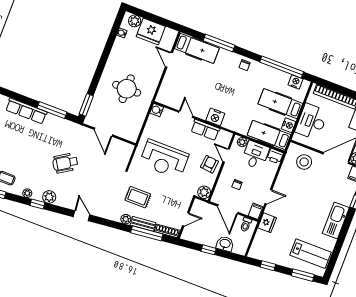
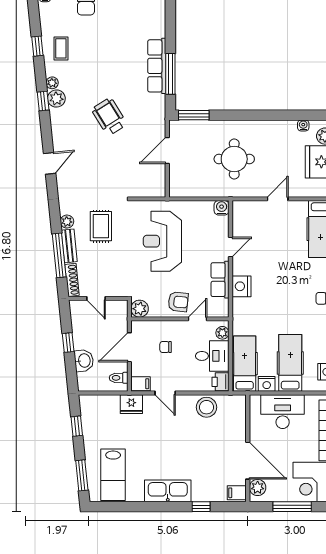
door: (169, 60) -> (278, 199), moved
row of seats: (26, 111) -> (157, 66), moved
stool: (304, 162) -> (207, 407), moved
plant: (49, 197) -> (56, 99), moved

